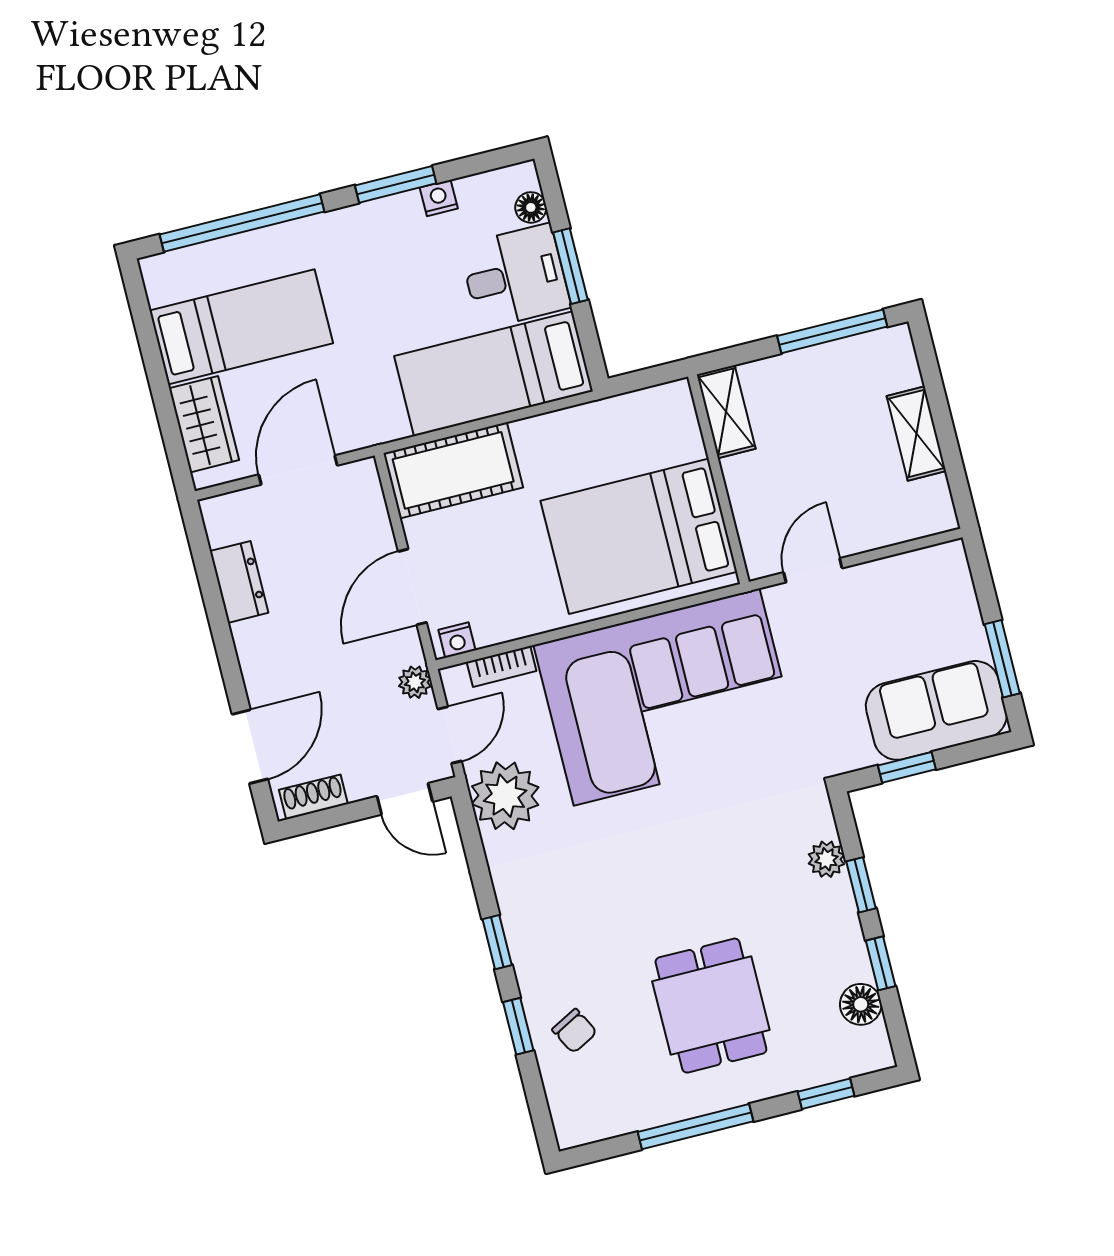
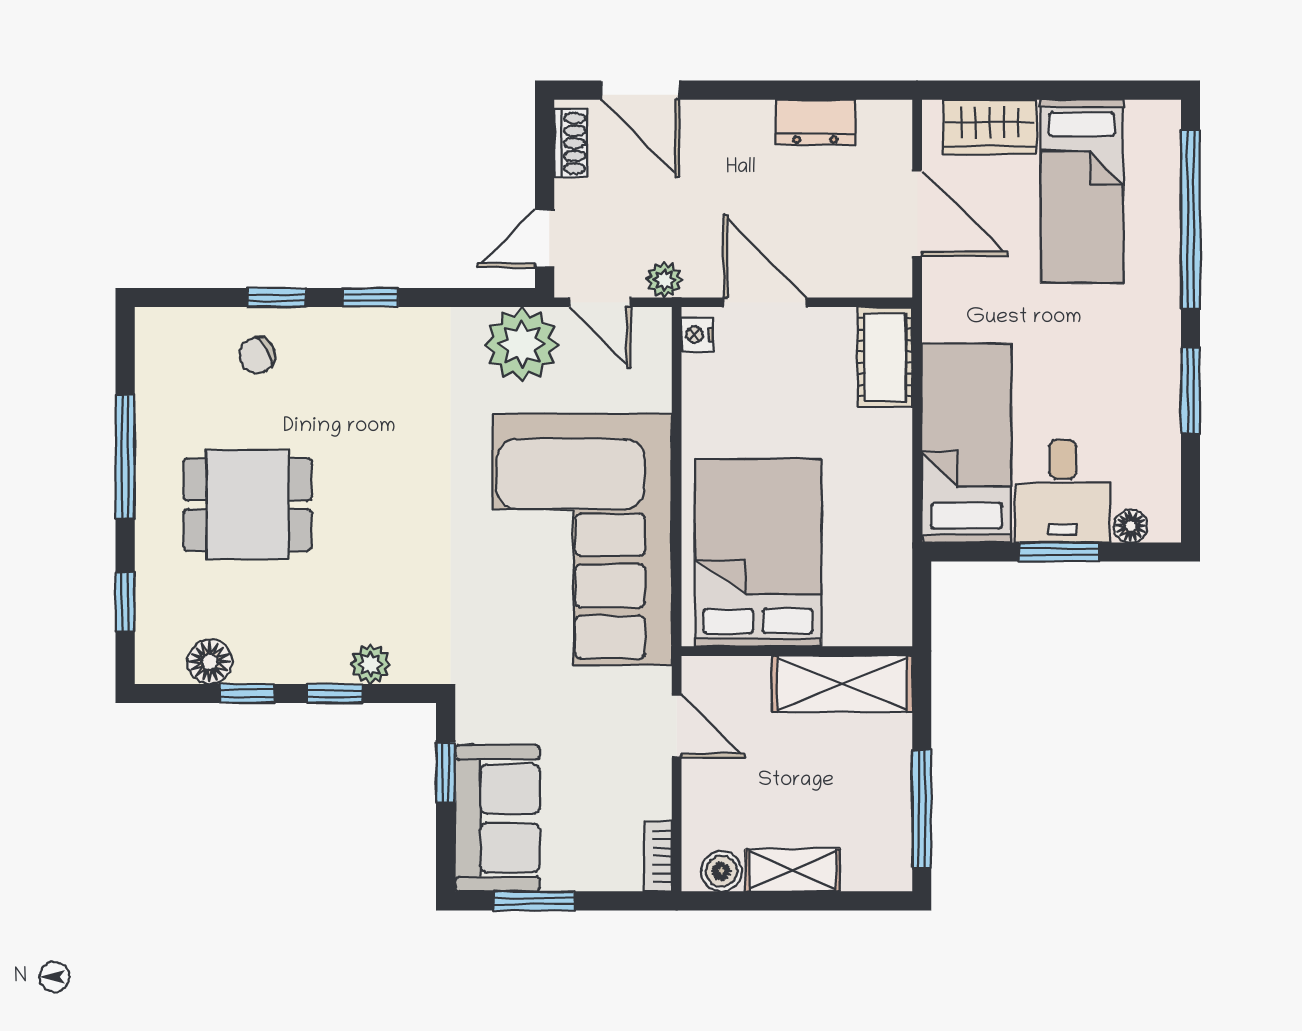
nightstand: (439, 198) -> (1165, 432), removed
shelving: (726, 412) -> (842, 684), width x1.50, depth x1.33
cot: (453, 470) -> (885, 357), width x0.73, depth x0.75
boiler: (933, 497) -> (721, 871), added
bookcase: (502, 666) -> (658, 856), moved

